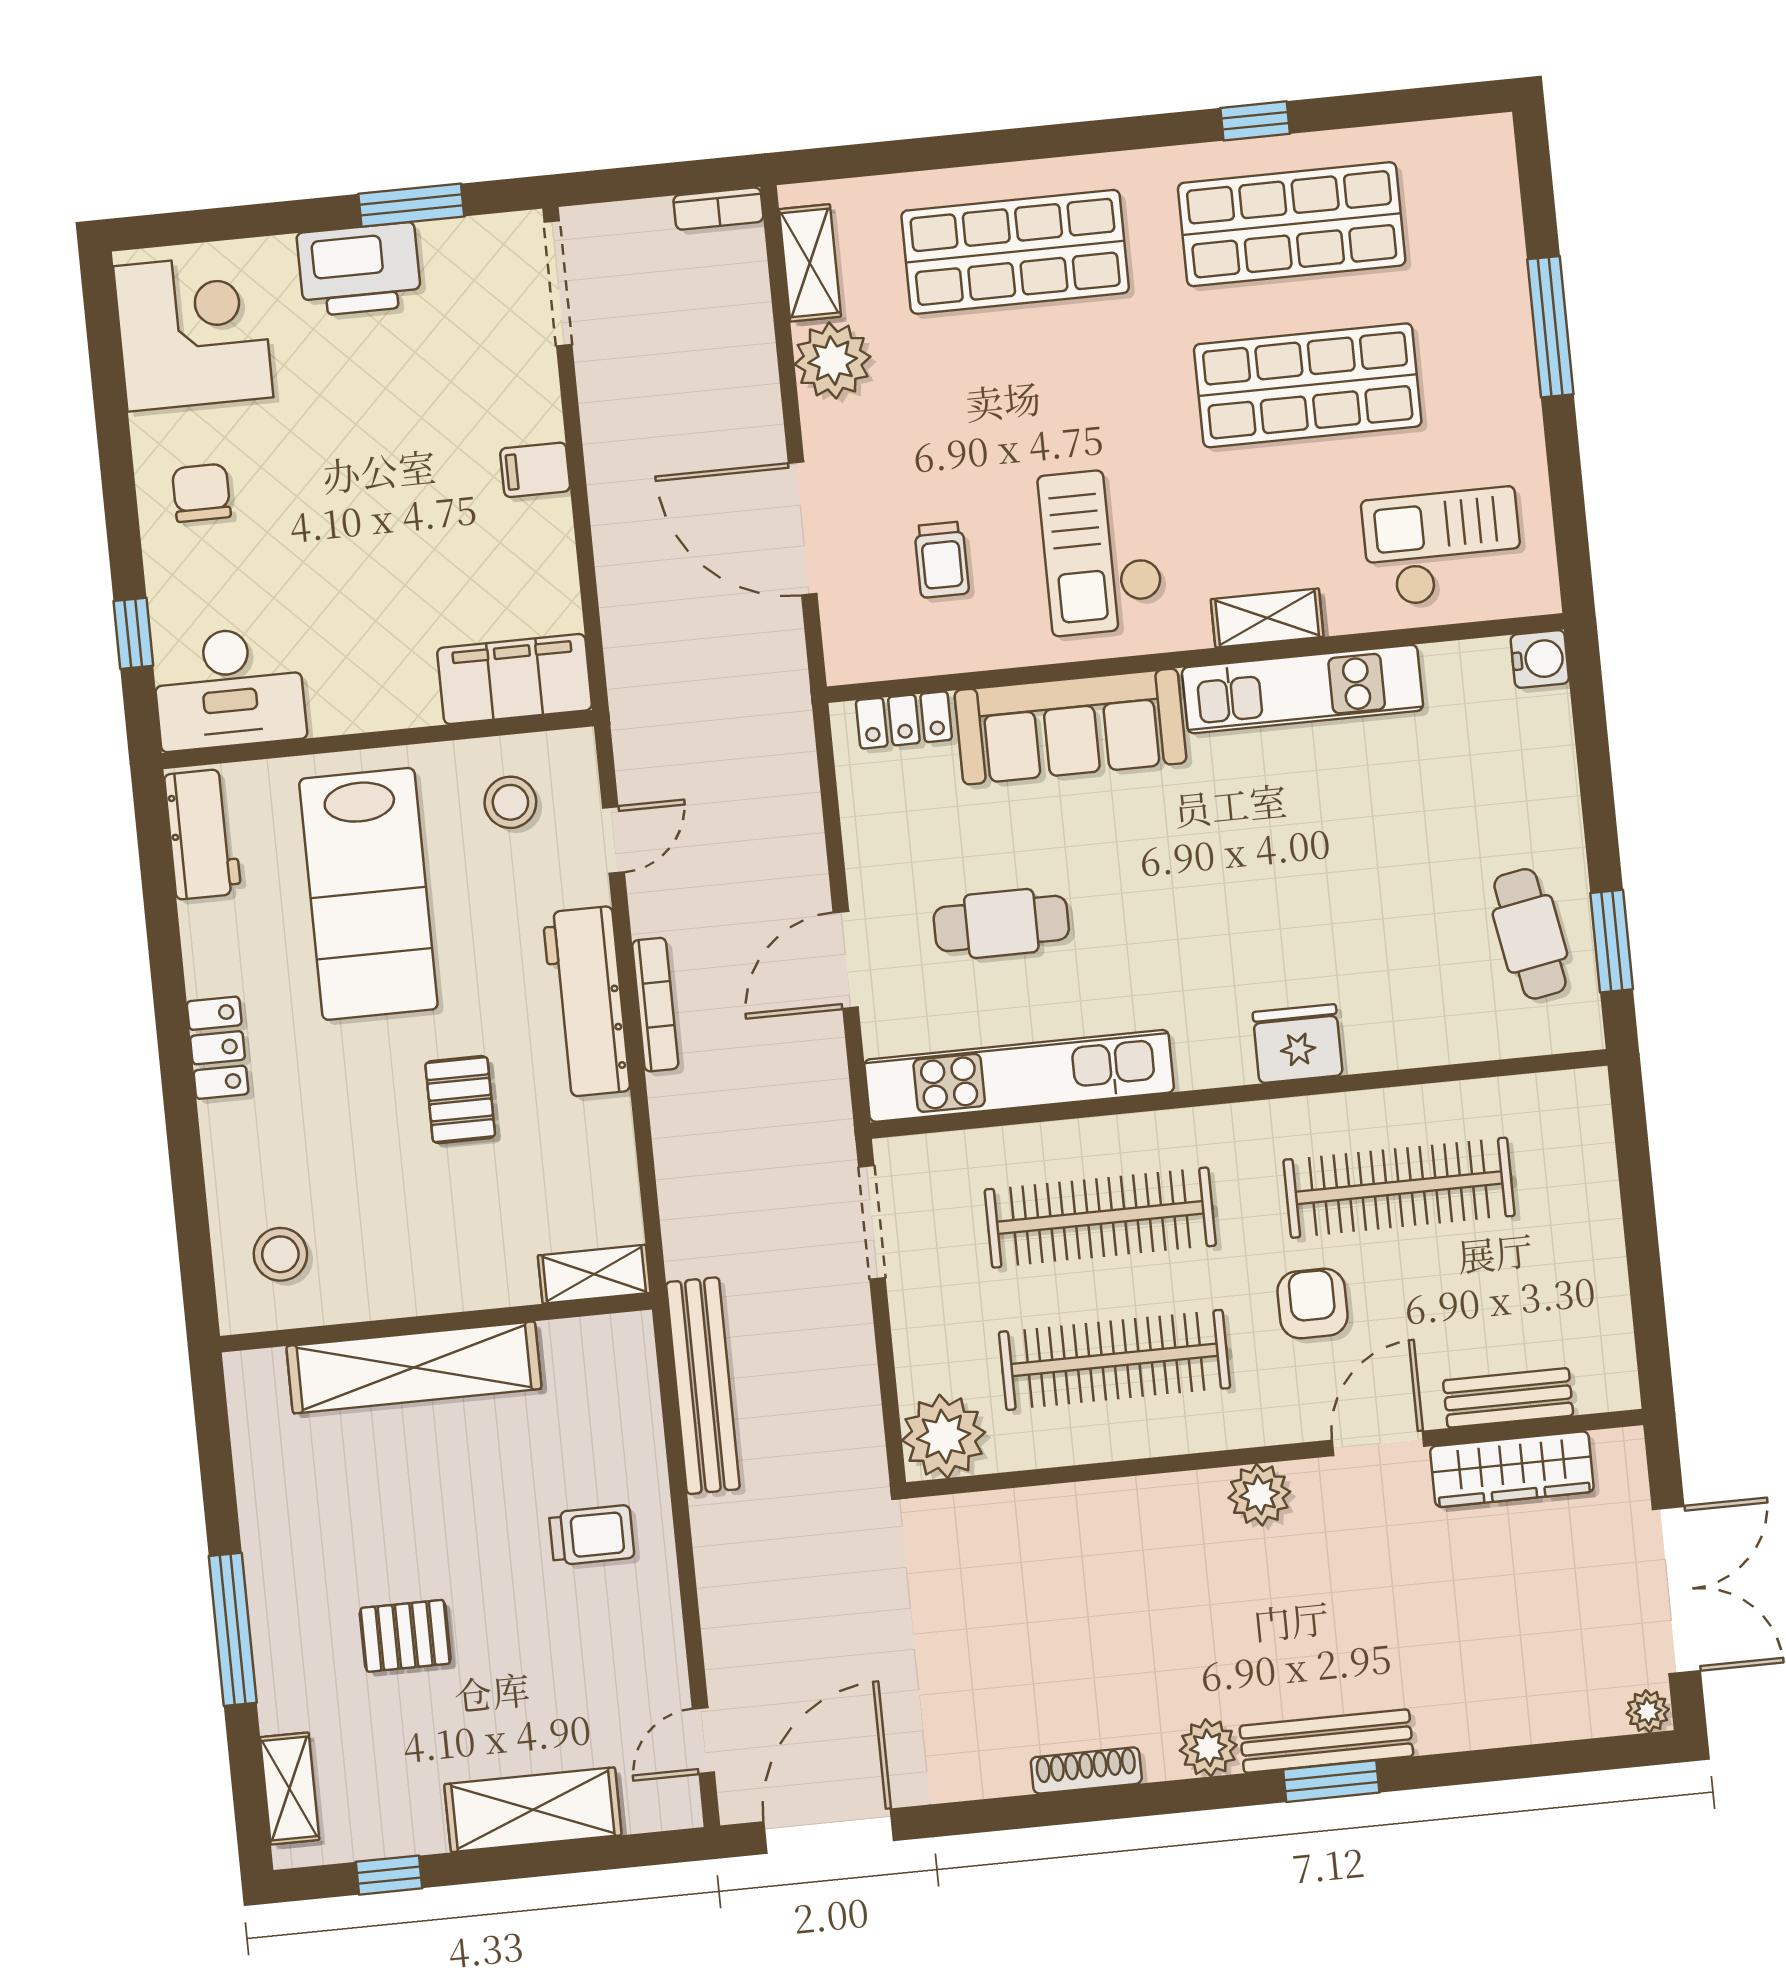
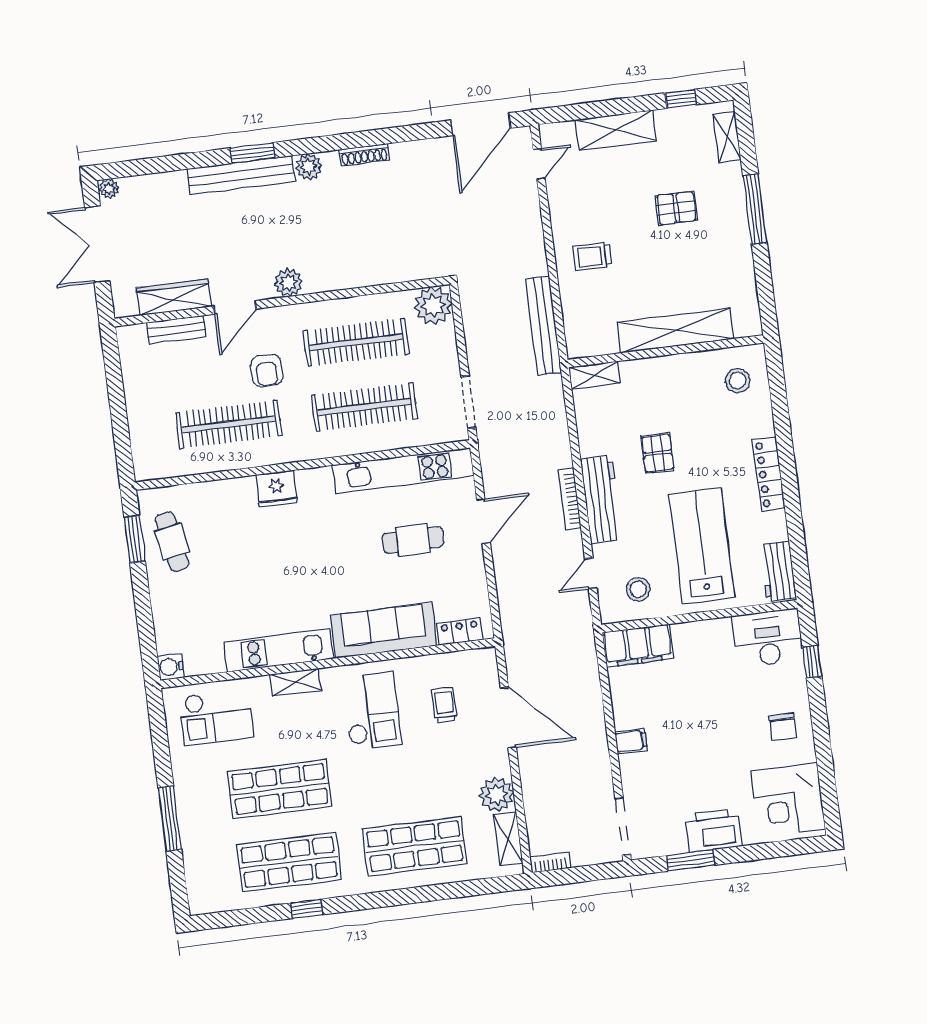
locker: (218, 1048) -> (769, 474), width x1.53
bench: (1326, 1741) -> (241, 175), width x1.37, depth x1.21

